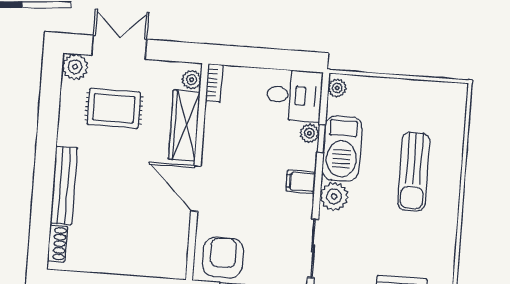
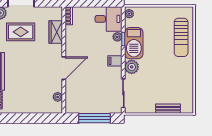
plant: (192, 80) -> (58, 97), moved
wardrobe: (184, 125) -> (56, 32), width x0.67
sun lounger: (414, 172) -> (181, 37), moved
door: (196, 189) -> (64, 68), swing flipped
armchair: (223, 258) -> (80, 101), removed

